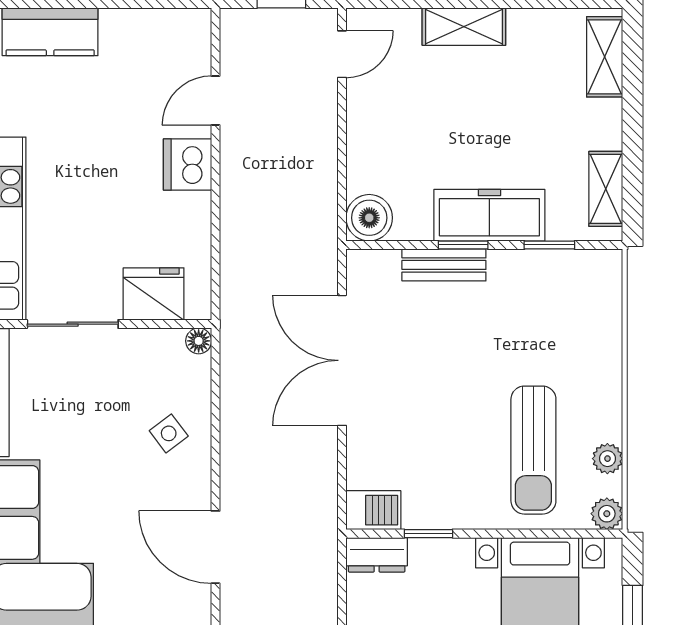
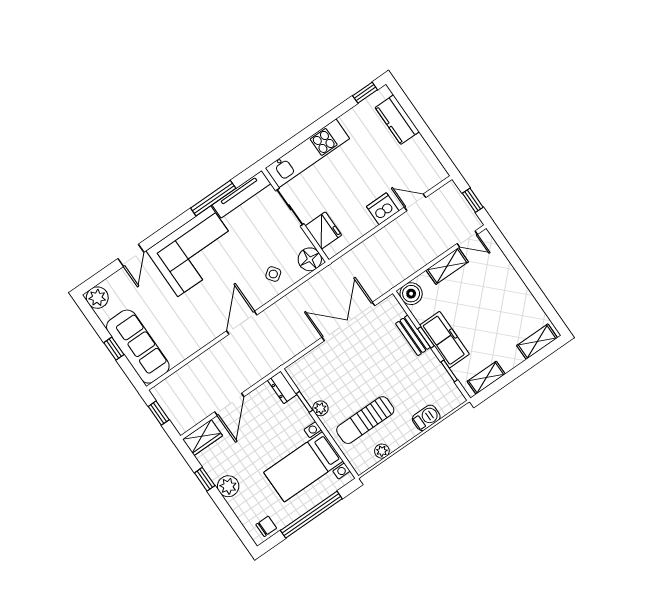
shelving: (464, 27) -> (447, 266), moved, turned 90
floor lamp: (199, 341) -> (310, 259), width x1.89, depth x1.89
barbecue: (373, 510) -> (426, 418), moved, turned -90
plant: (607, 514) -> (320, 408), moved

